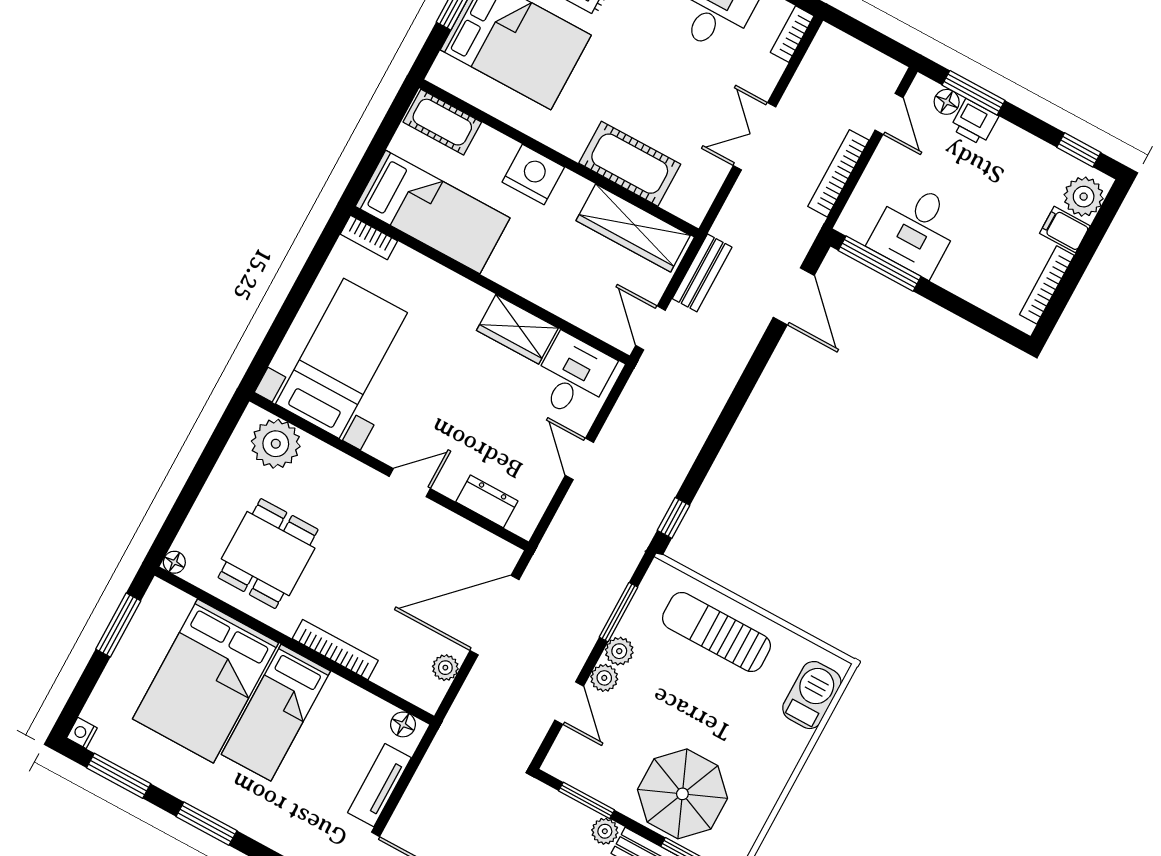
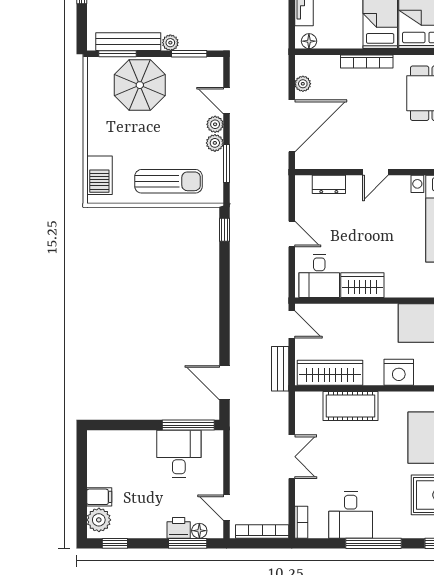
bookcase: (838, 173) -> (262, 532), moved, turned -90
bookcase: (1047, 285) -> (93, 462), removed

